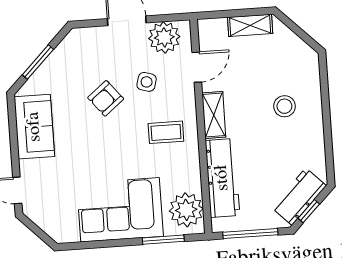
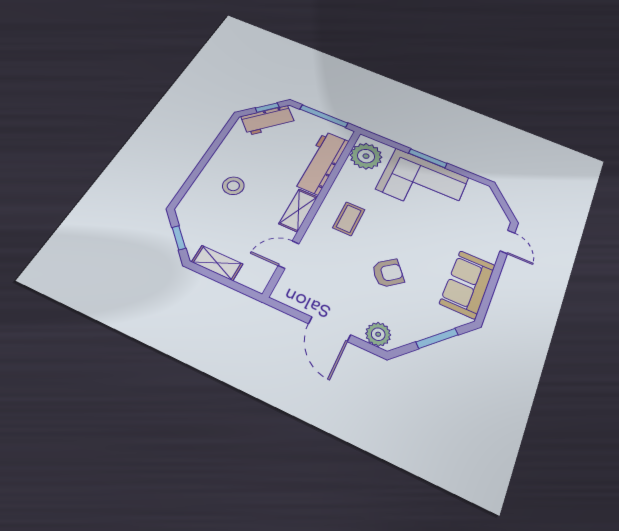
window: (296, 29) -> (179, 238), added
plant: (164, 37) -> (378, 334), moved, width x0.73, depth x0.73
side table: (147, 82) -> (342, 267), removed
coffee table: (166, 132) -> (349, 219), turned 90
window: (163, 240) -> (428, 158), moved

